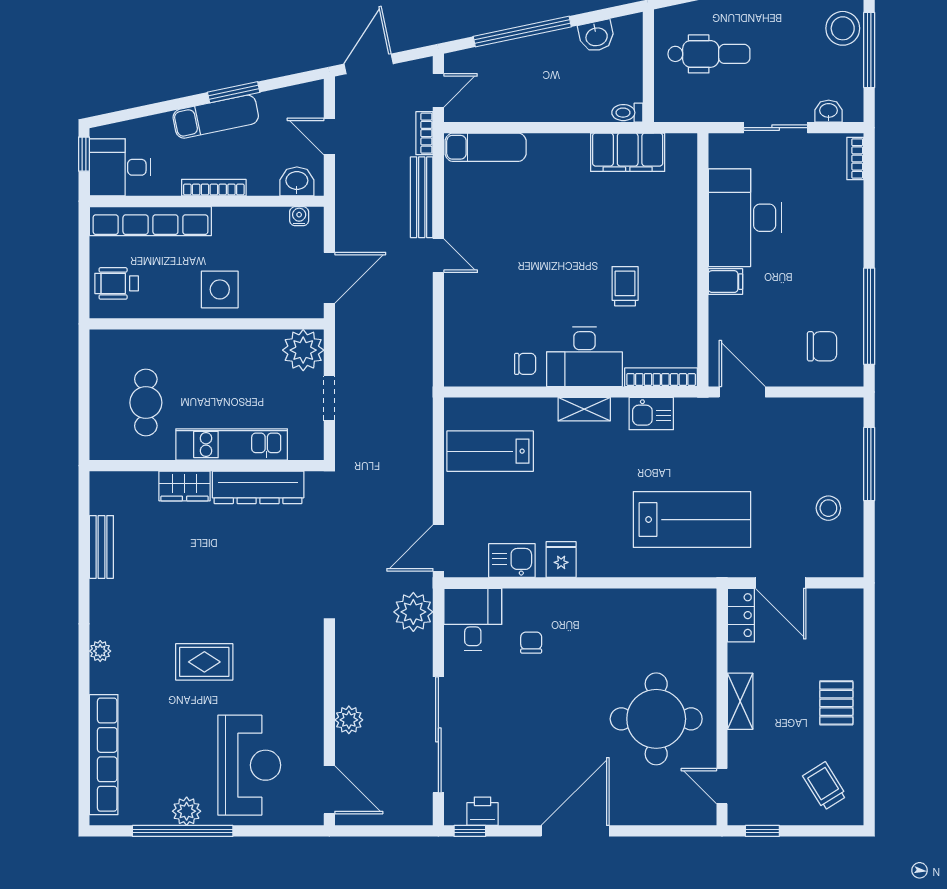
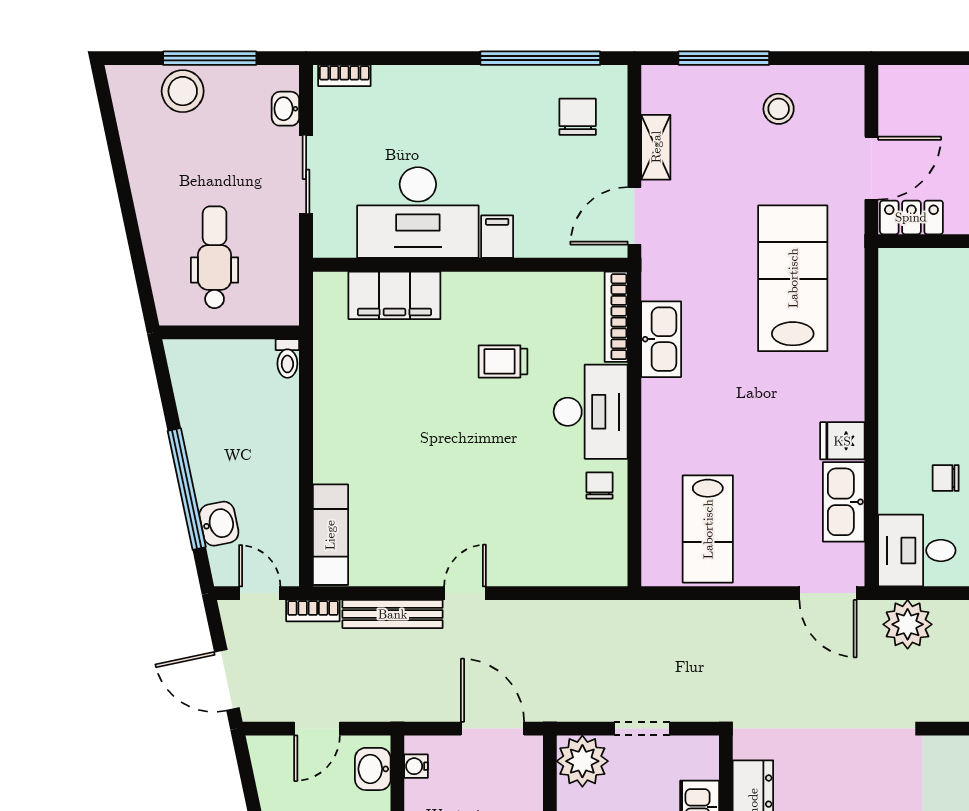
washbasin: (596, 36) -> (219, 524), moved
filing cabinet: (628, 152) -> (394, 295), moved, turned 90
shelving: (584, 409) -> (656, 147), moved
kitchen sink: (651, 414) -> (661, 339), width x1.38
kitchen sink: (512, 561) -> (844, 502), width x1.38

